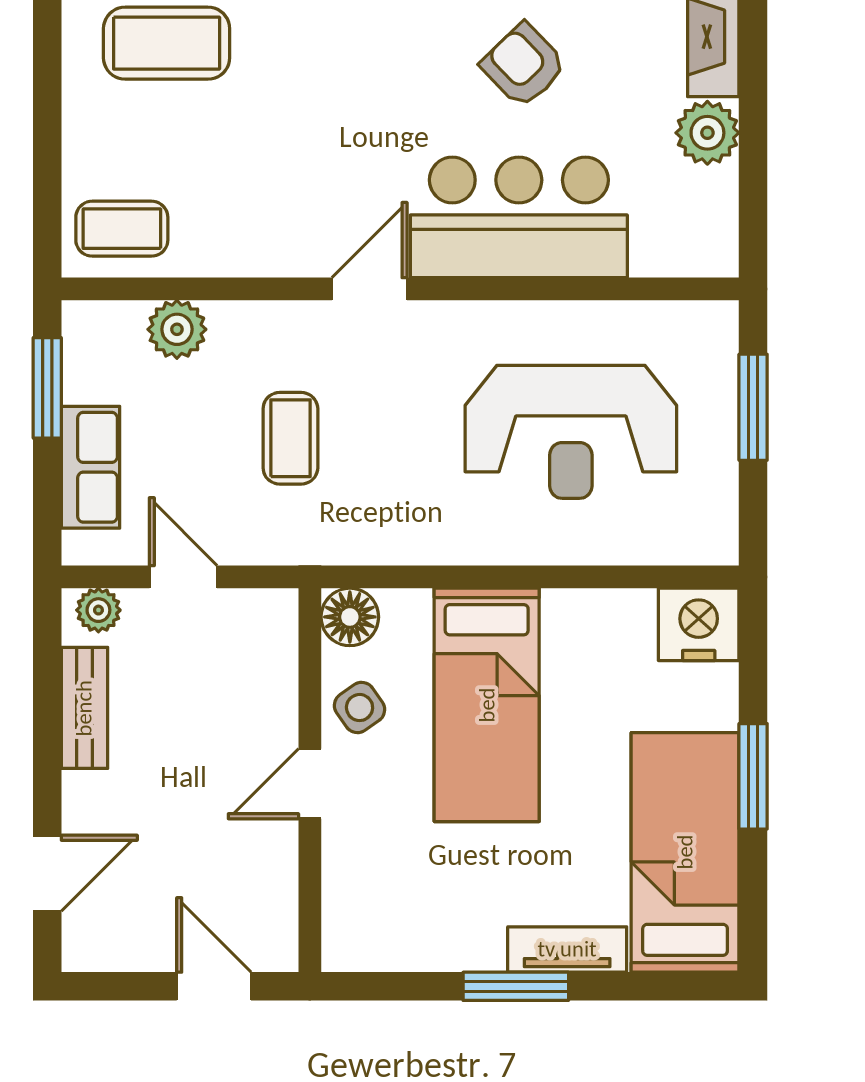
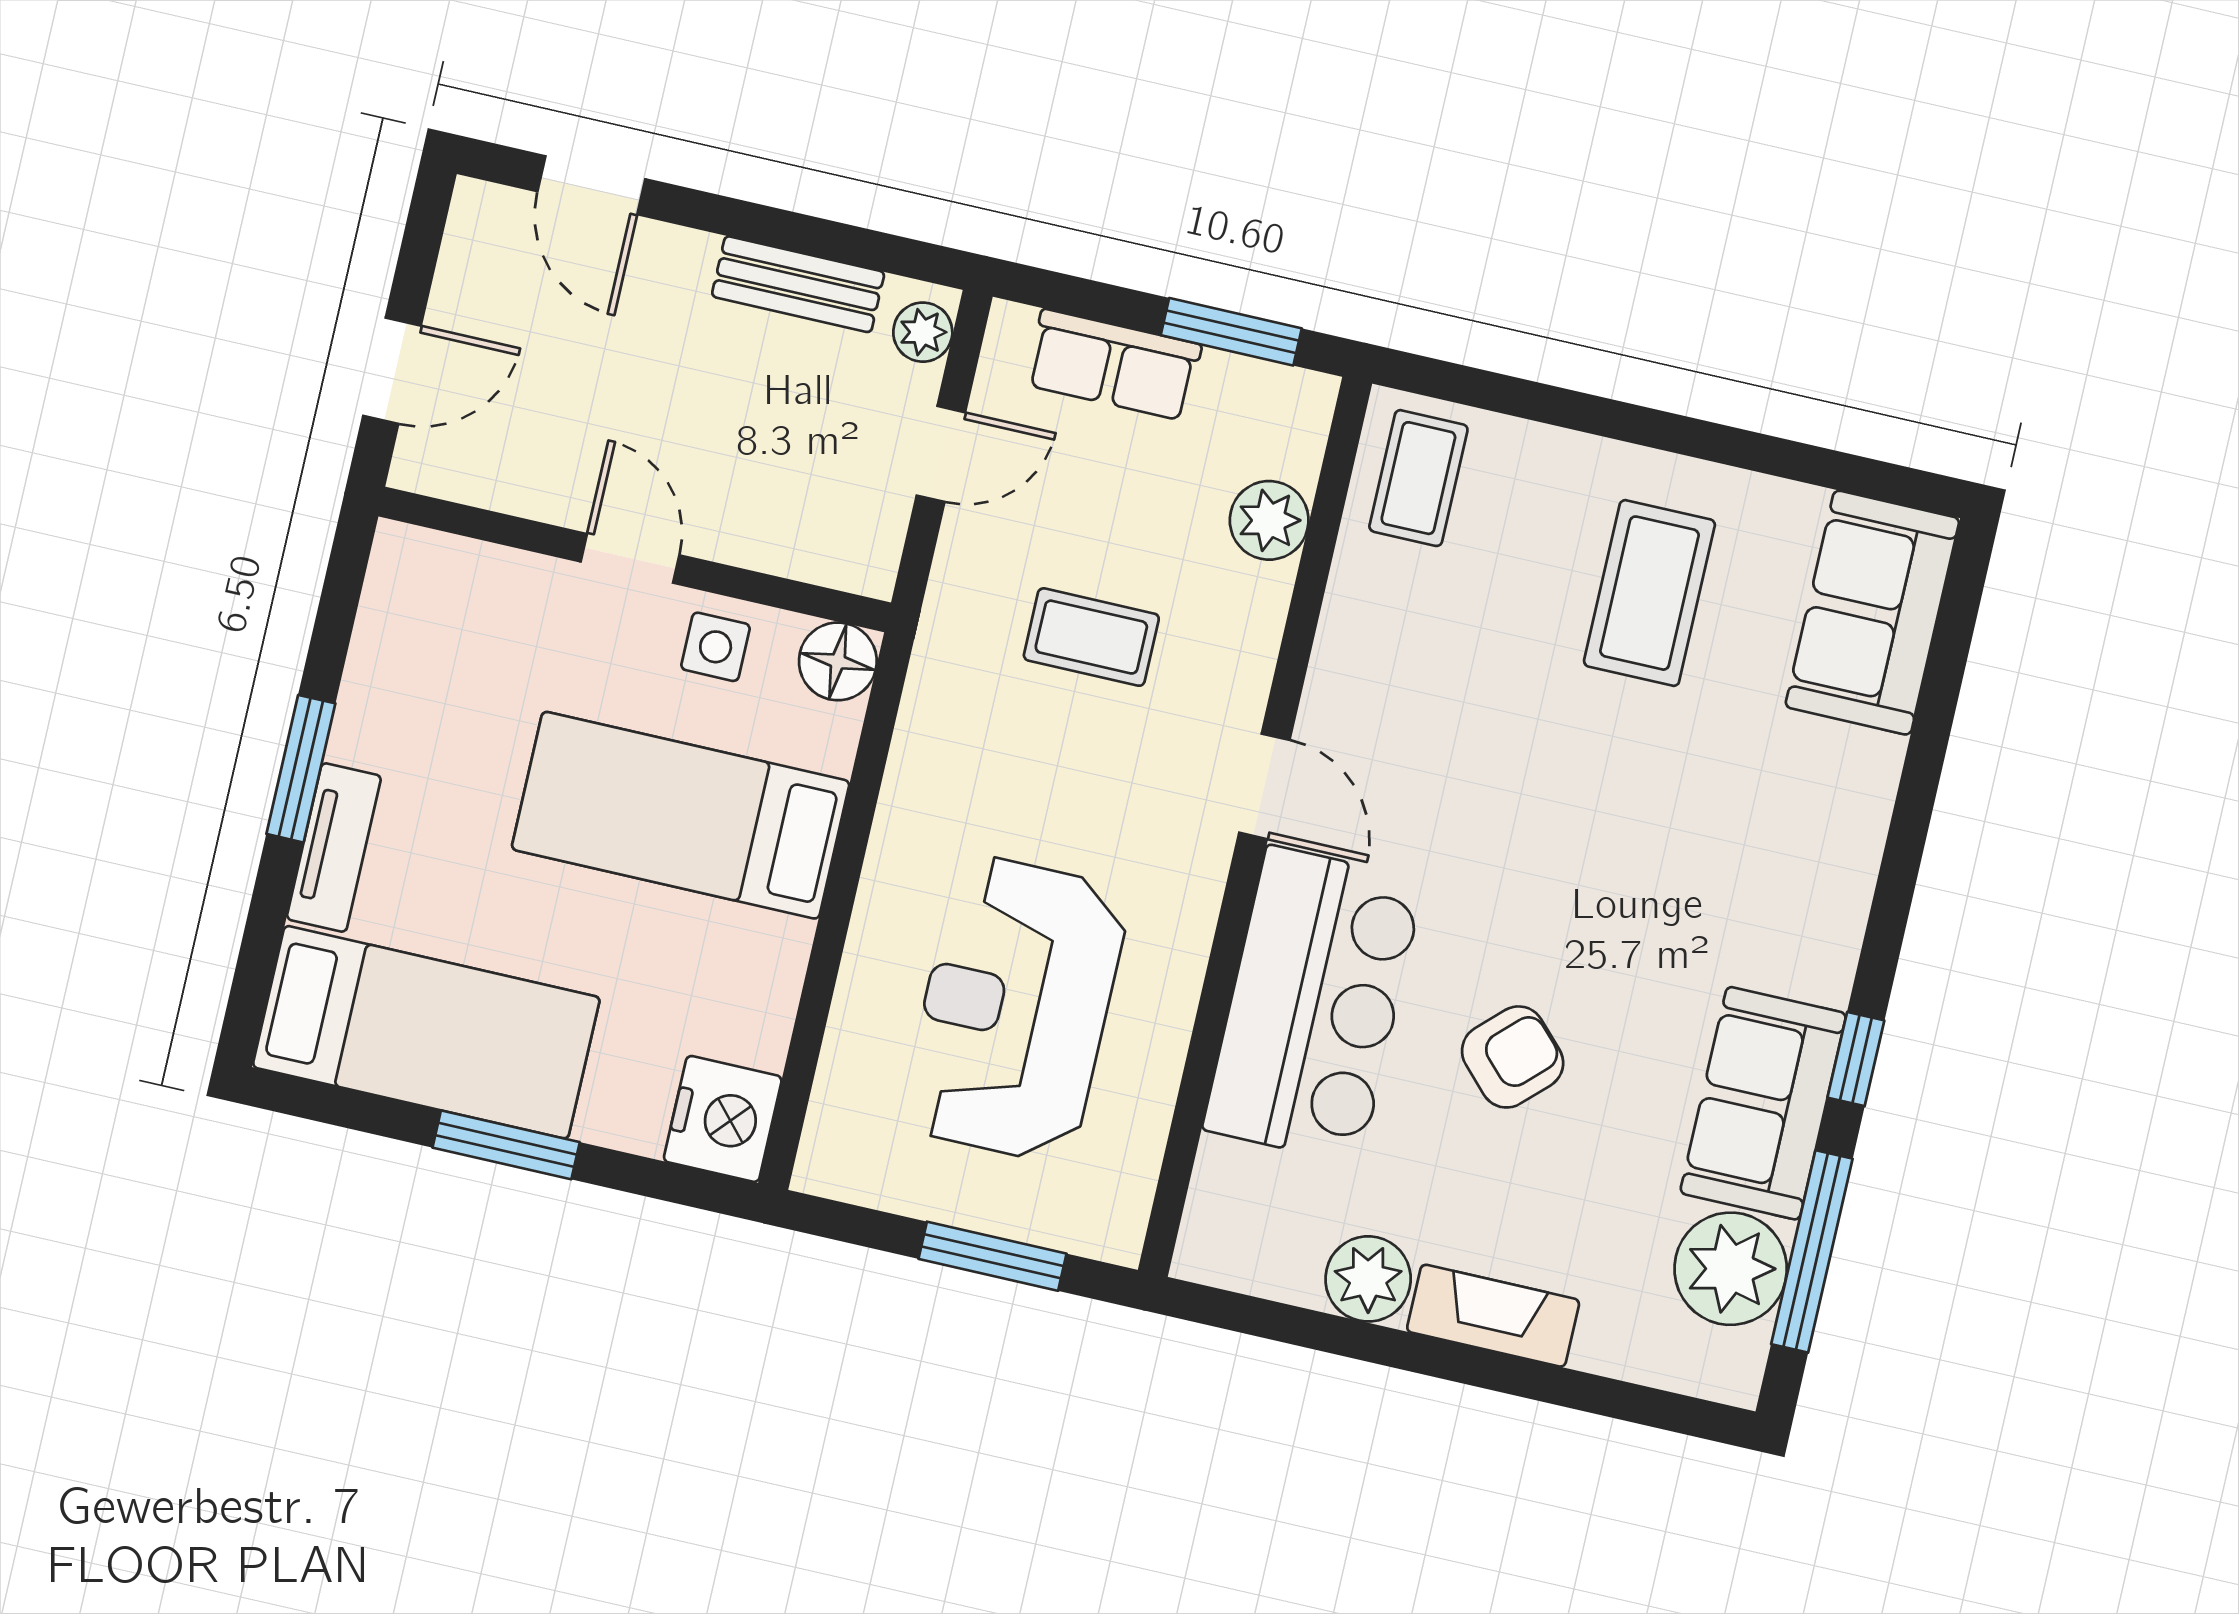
side table: (360, 708) -> (716, 647), turned 35

